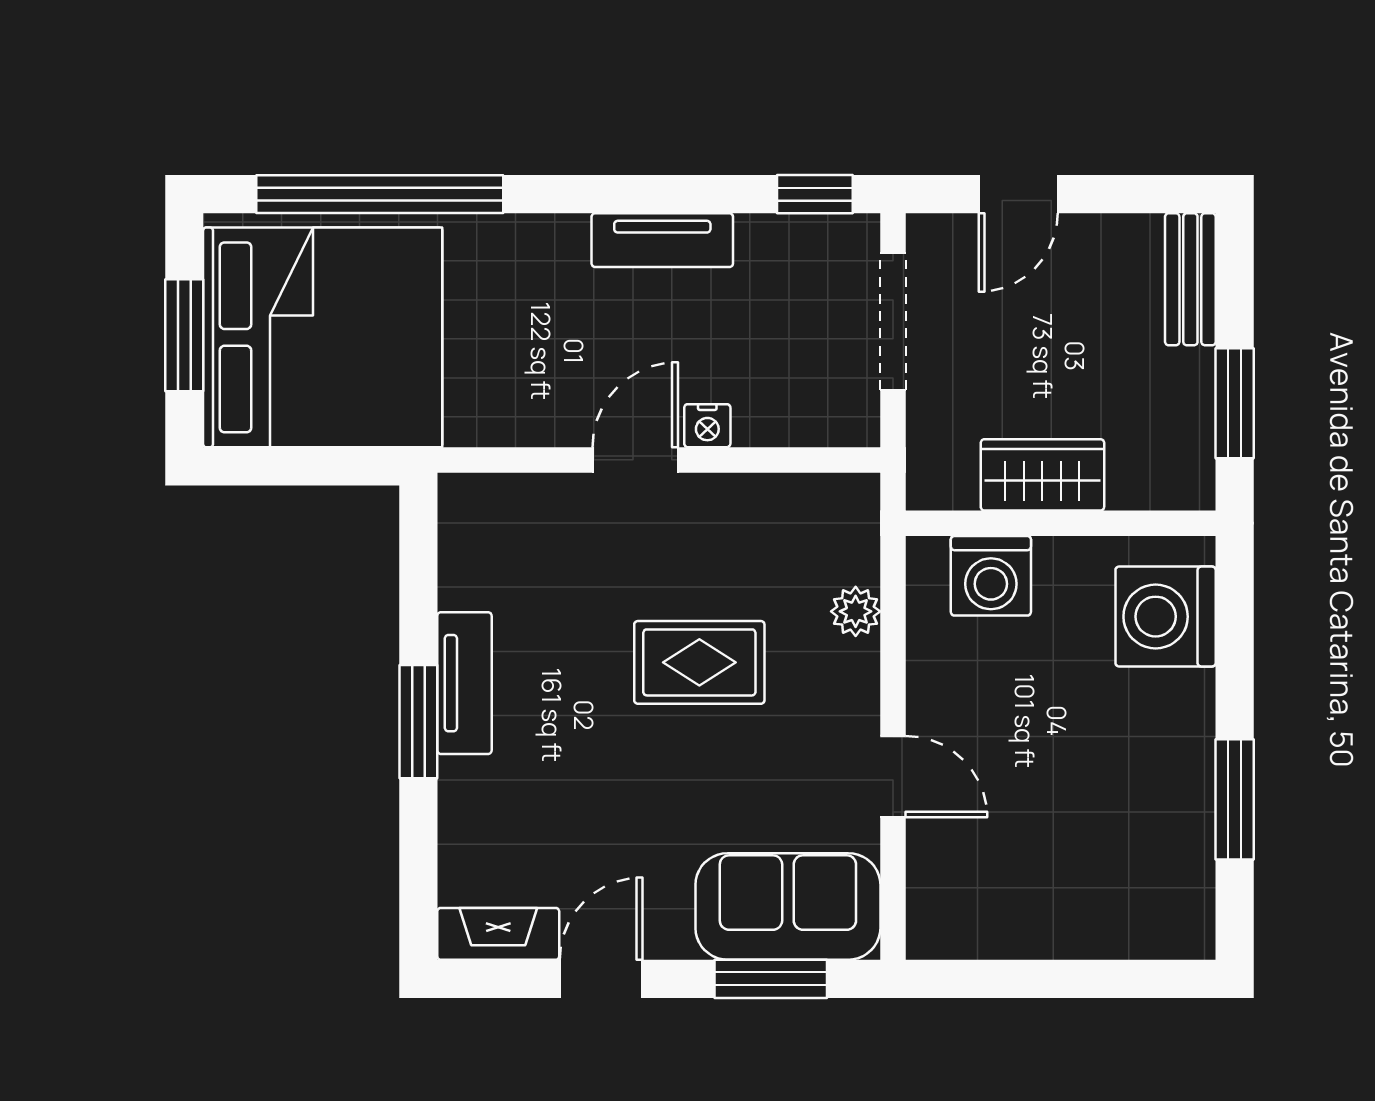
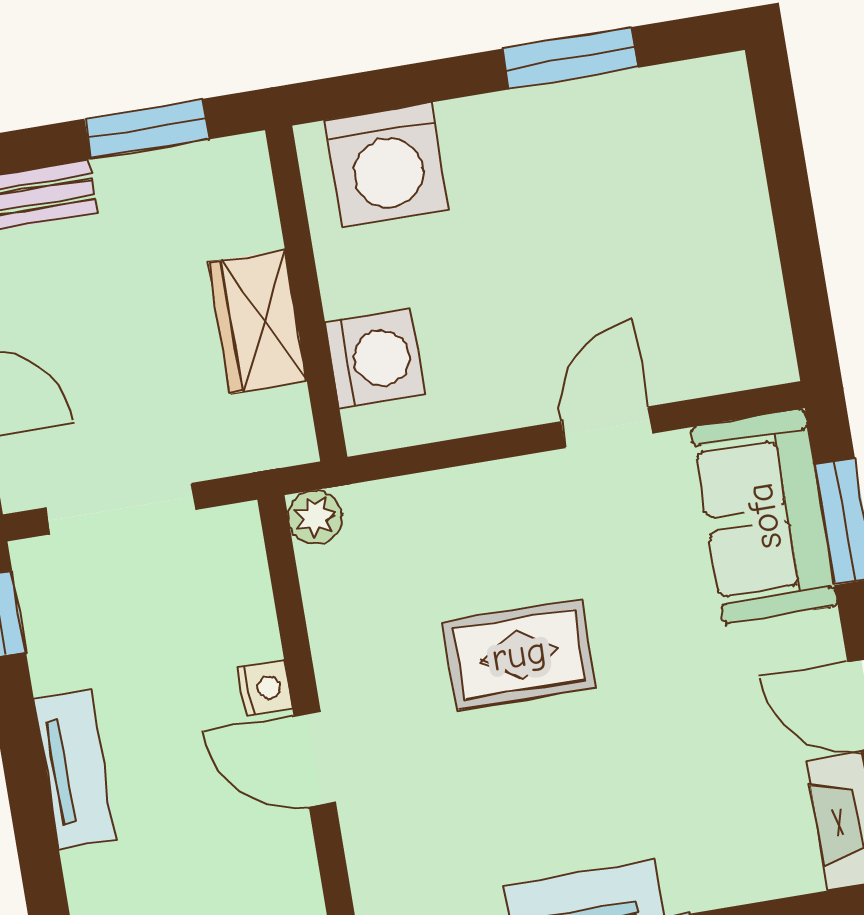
plant: (856, 611) -> (315, 517), moved
rug: (699, 662) -> (519, 654), turned 90

